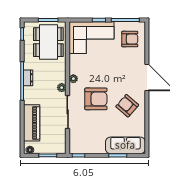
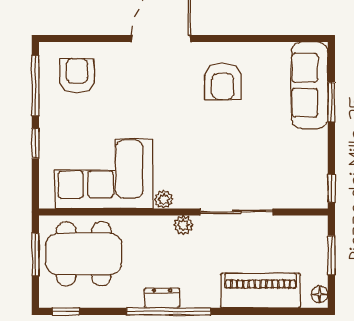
corner sofa: (91, 38) -> (104, 174), moved, turned -90
armchair: (96, 99) -> (208, 150), removed
armchair: (127, 106) -> (223, 81), turned -41

